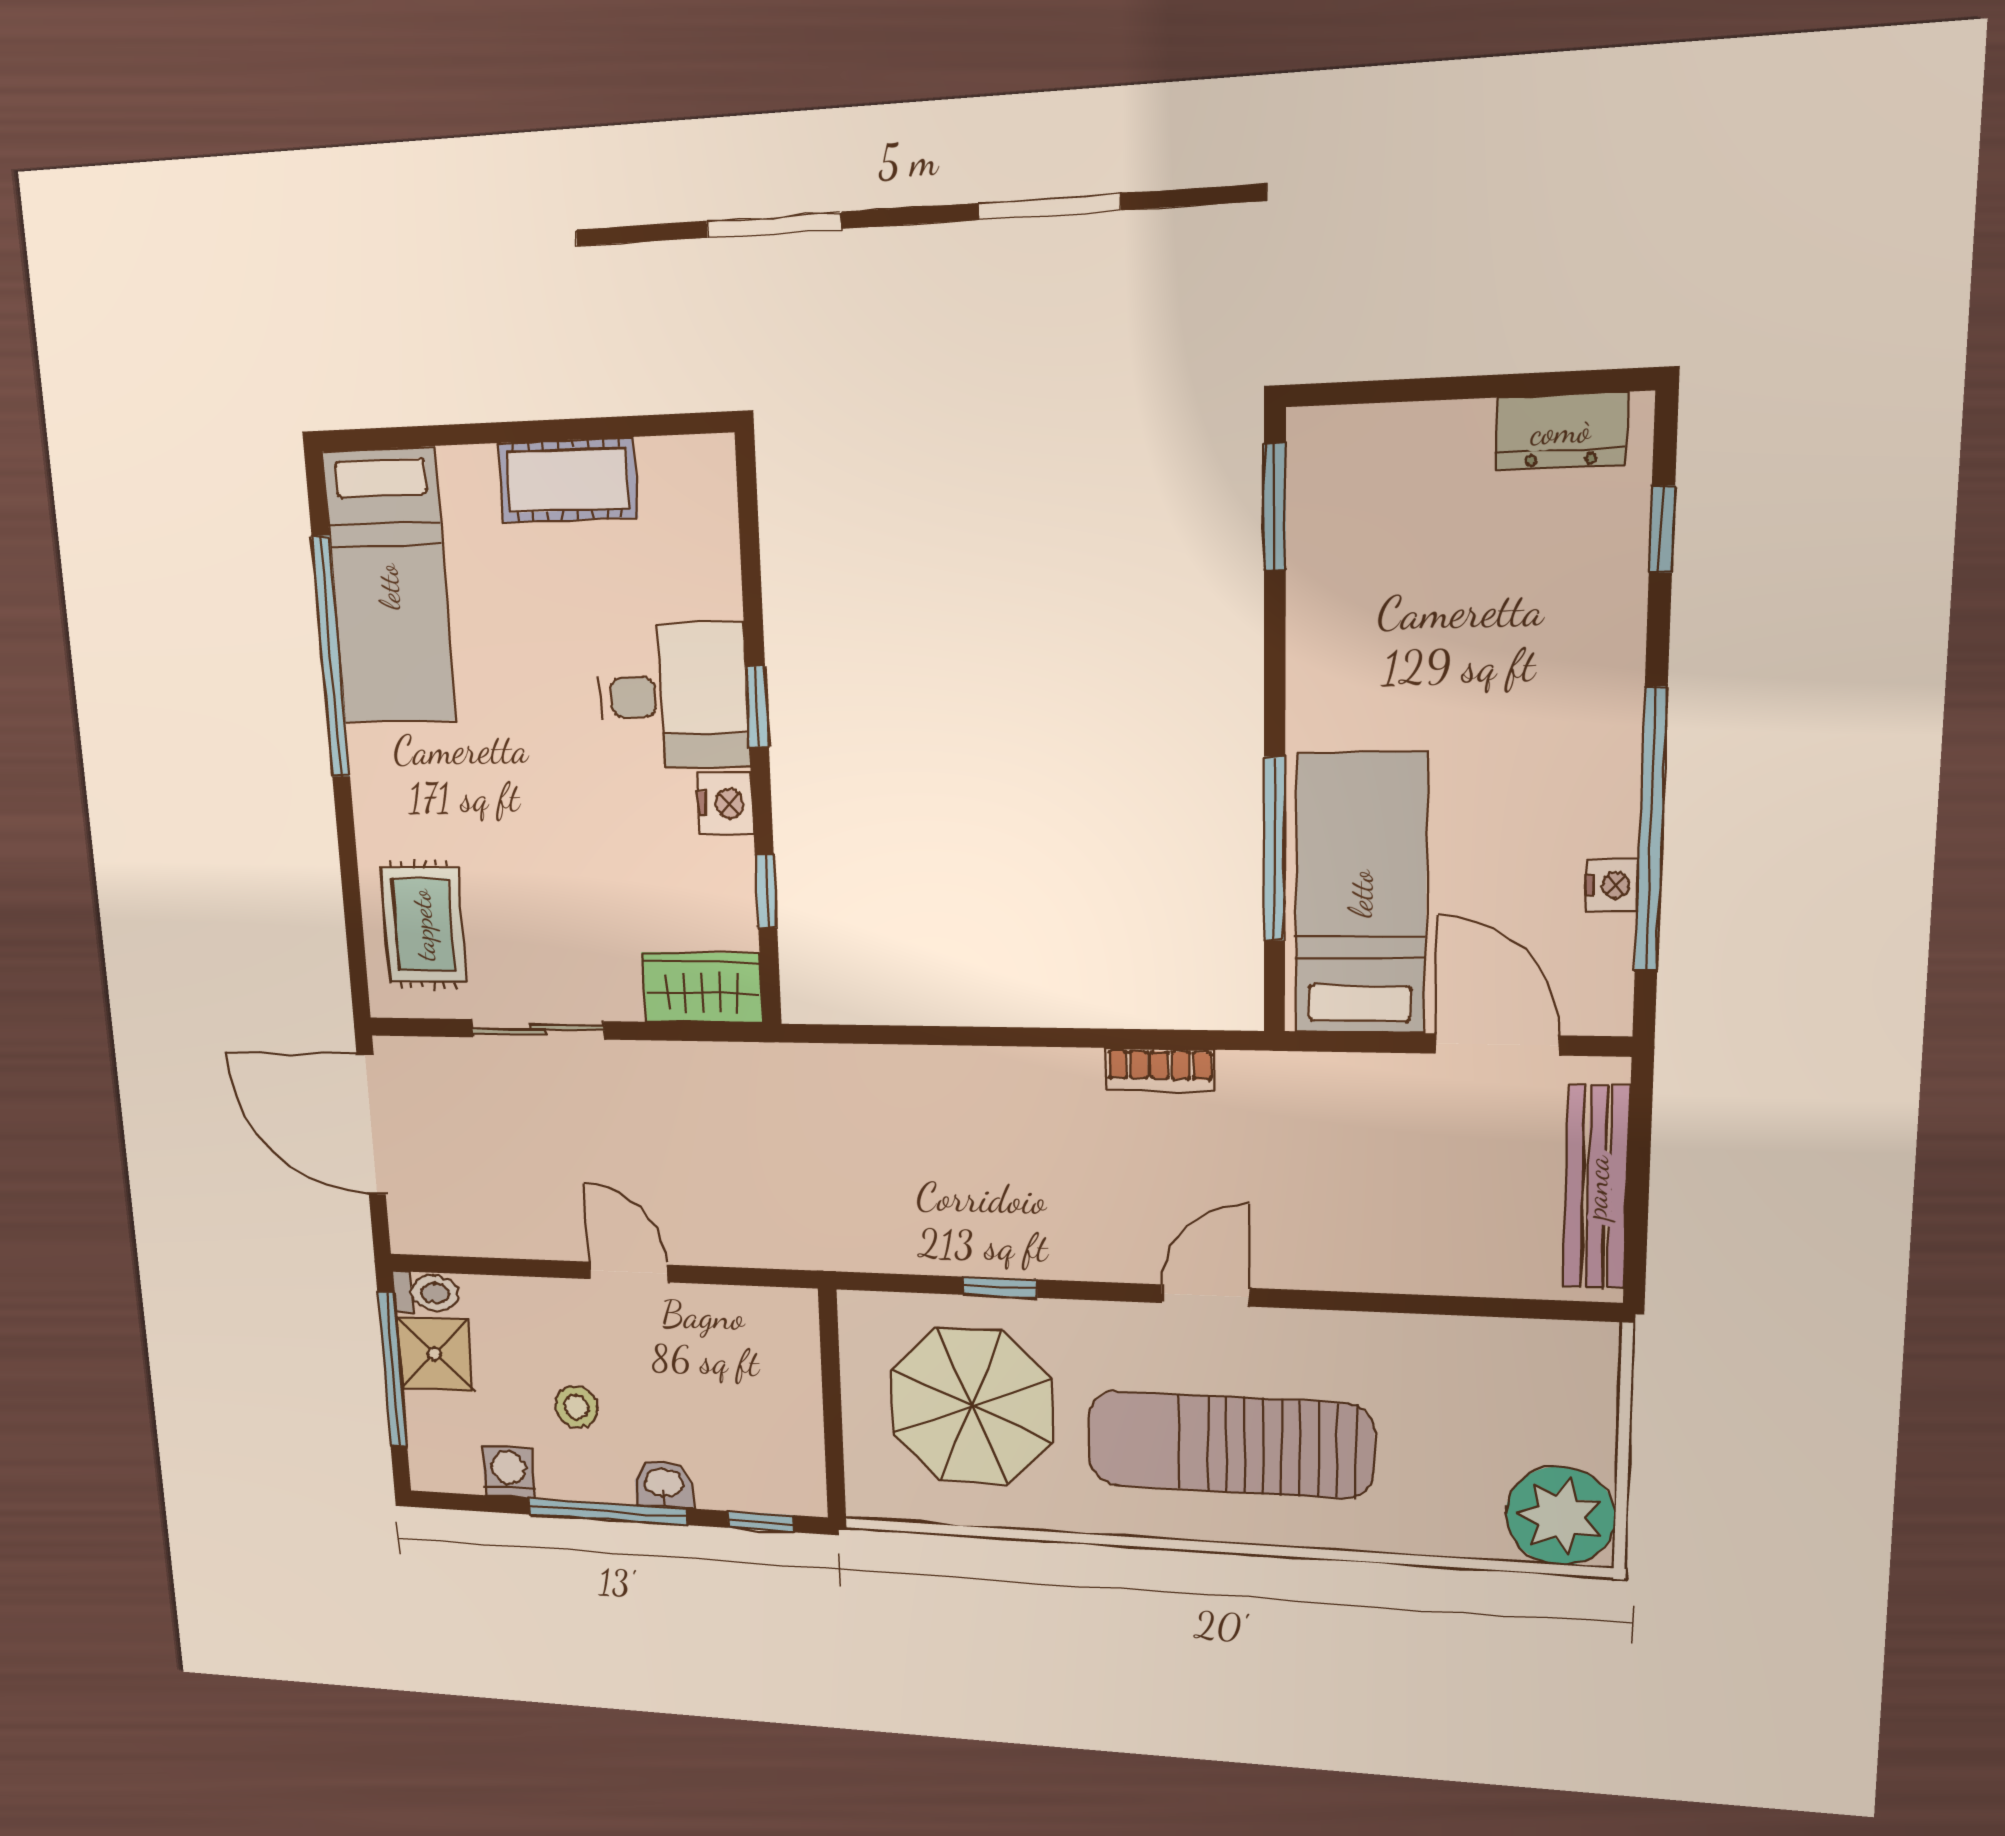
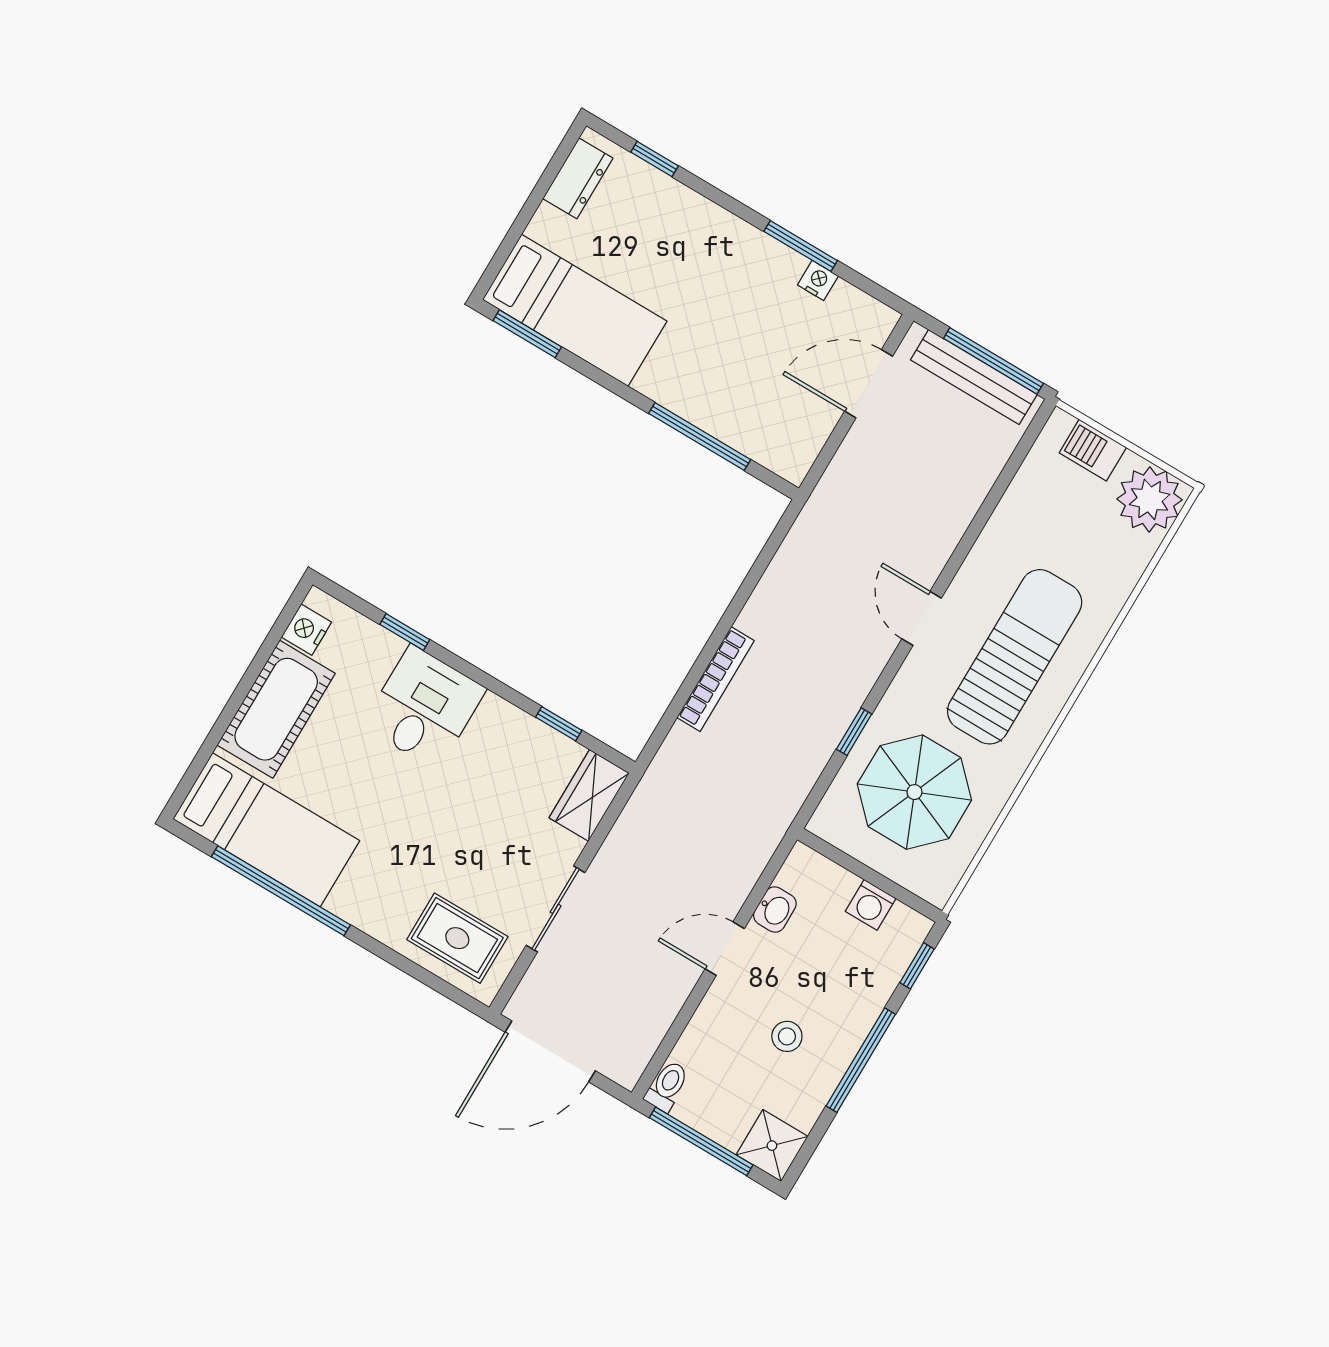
cot: (568, 480) -> (276, 709), width x1.37, depth x1.34
window: (757, 707) -> (405, 632), moved
nightstand: (725, 803) -> (306, 630), moved, turned -90
window: (1651, 830) -> (801, 246), width x0.47
bed: (1361, 894) -> (575, 310), moved, turned 180
bookcase: (1160, 1070) -> (716, 679), moved, width x1.56
window: (1638, 1202) -> (993, 361), added
shower: (434, 1354) -> (772, 1146), moved
barbecue: (1586, 1405) -> (1093, 450), added
sun lounger: (1230, 1445) -> (1015, 657), turned 180
washing machine: (509, 1472) -> (871, 905), moved, turned -90
washbasin: (664, 1484) -> (775, 909), moved, turned 180

